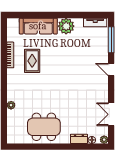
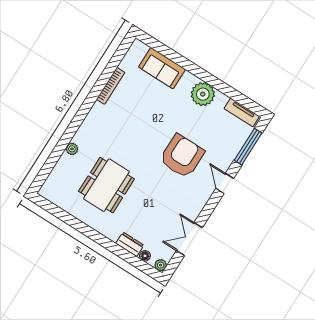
sofa: (38, 26) -> (162, 68), width x0.73
rug: (32, 61) -> (133, 110), removed
armchair: (77, 69) -> (182, 156), added
dining table: (44, 127) -> (106, 185), moved, turned 90

